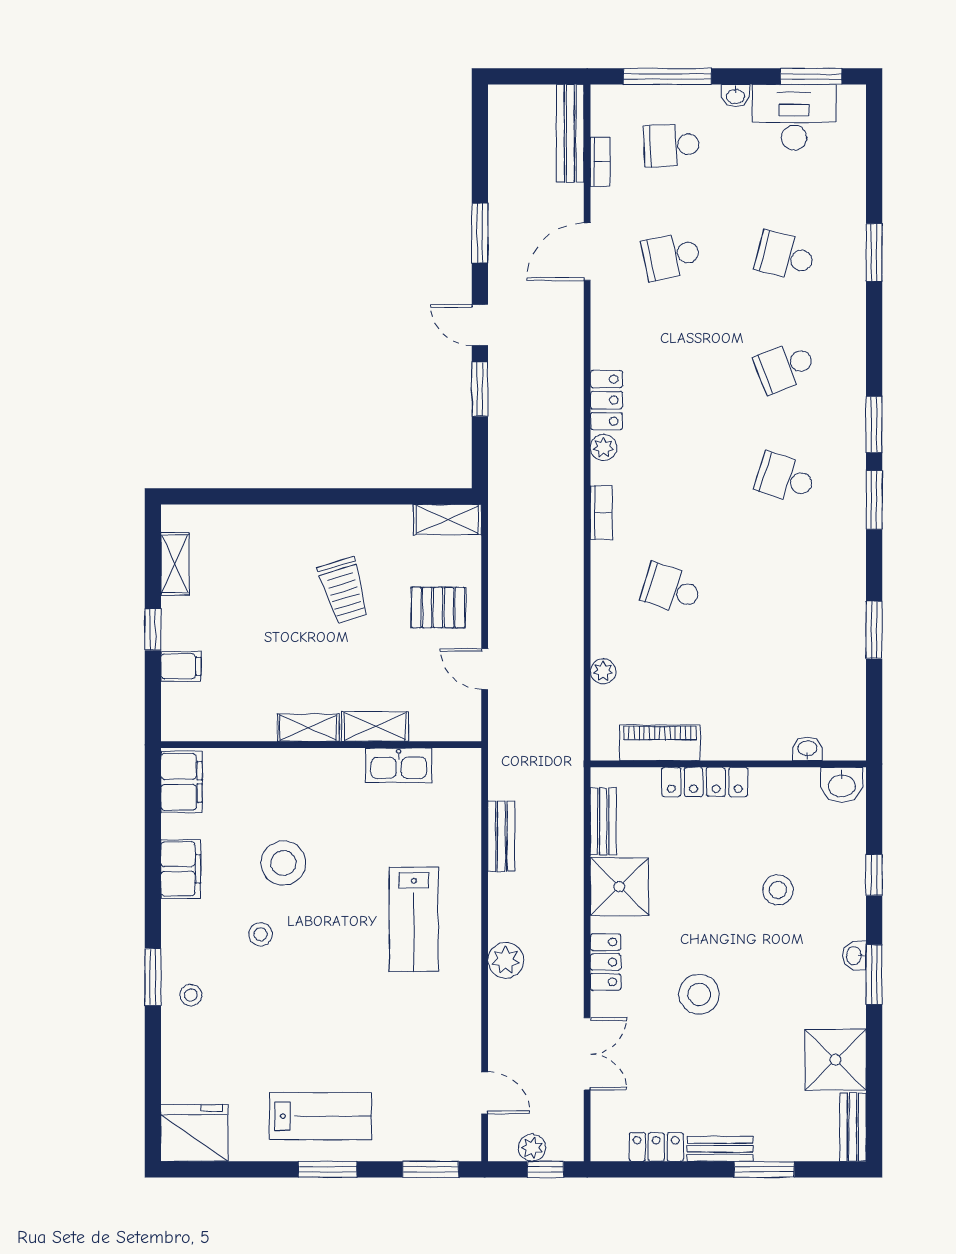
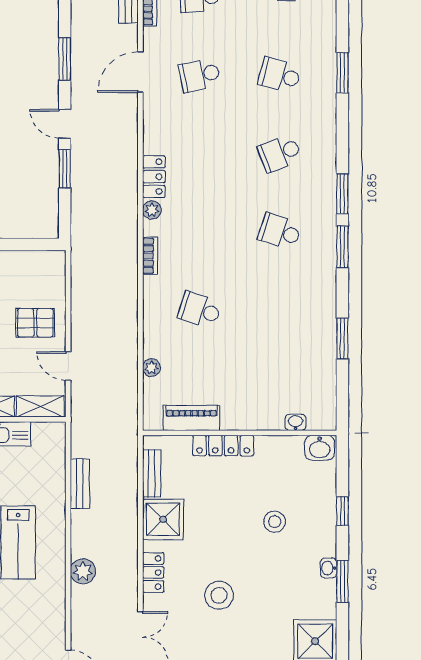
shelving: (448, 520) -> (40, 406), moved

